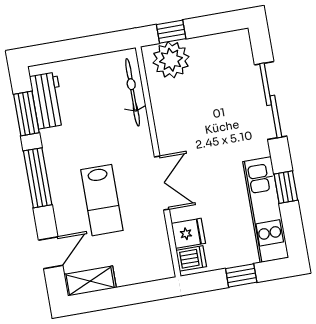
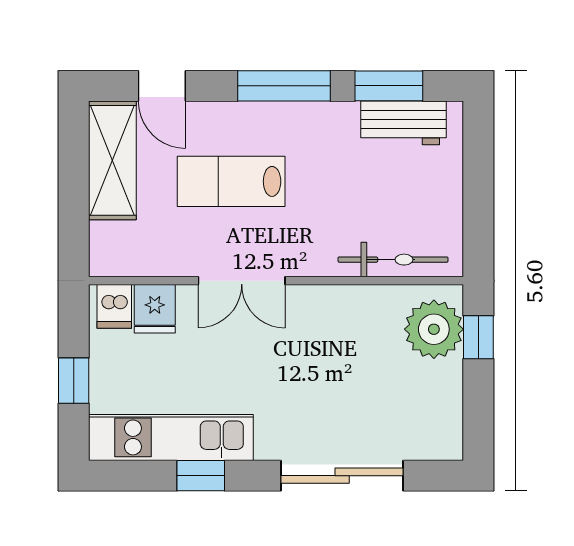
shelving: (90, 281) -> (112, 160), width x1.50, depth x1.33

